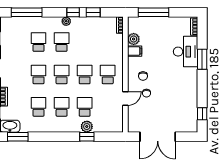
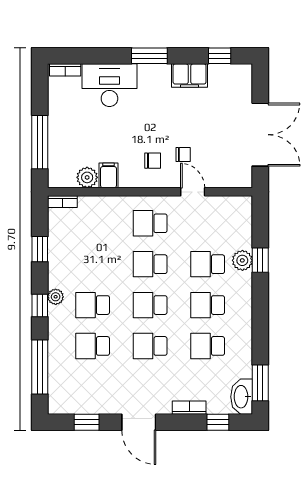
window: (73, 12) -> (40, 306), moved
window: (202, 59) -> (149, 56), moved
filing cabinet: (191, 97) -> (190, 76), added

